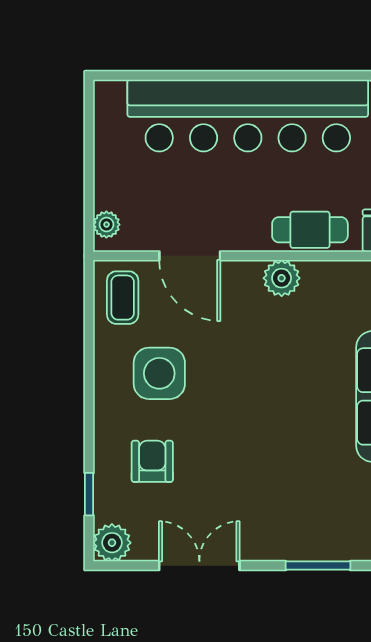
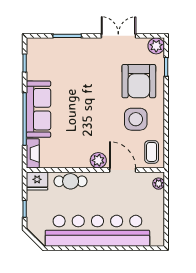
plant: (282, 278) -> (98, 160), moved
armchair: (152, 461) -> (139, 81), width x1.88, depth x1.88
double door: (199, 566) -> (118, 36), swing flipped

